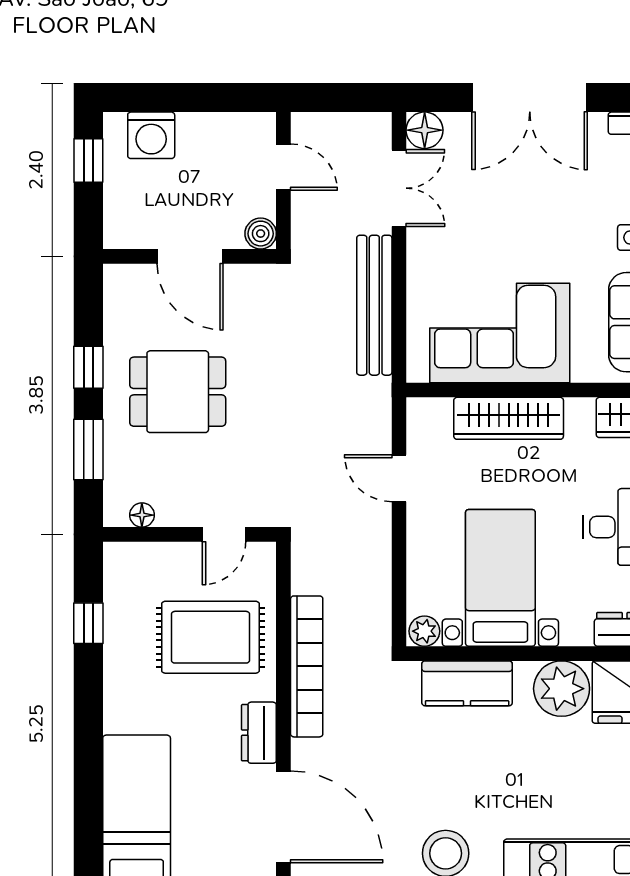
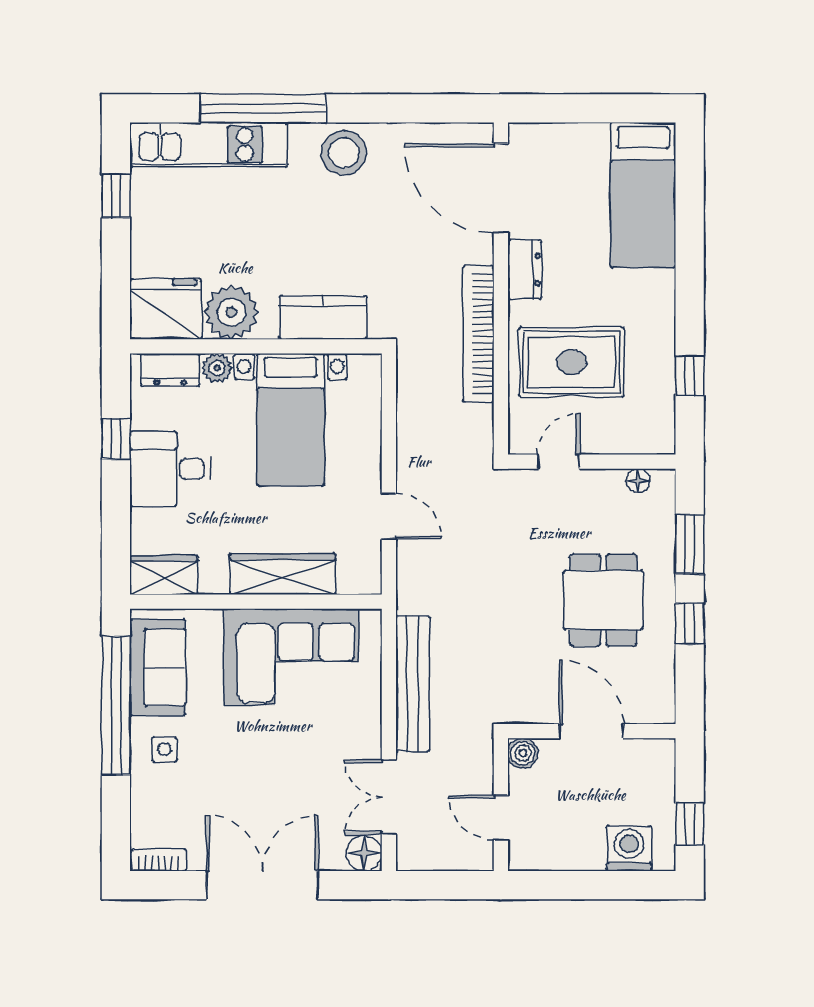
dining table: (178, 392) -> (603, 600), turned 90
plant: (424, 631) -> (217, 368), moved

